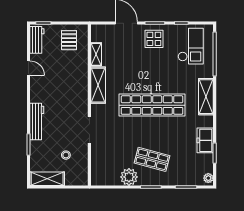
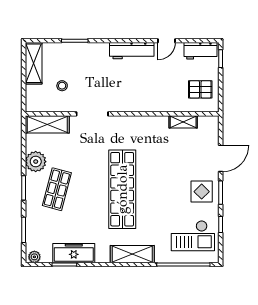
shelving: (98, 85) -> (47, 124), moved
workbench: (37, 122) -> (132, 51), moved
freezer: (205, 140) -> (74, 253), width x1.40

